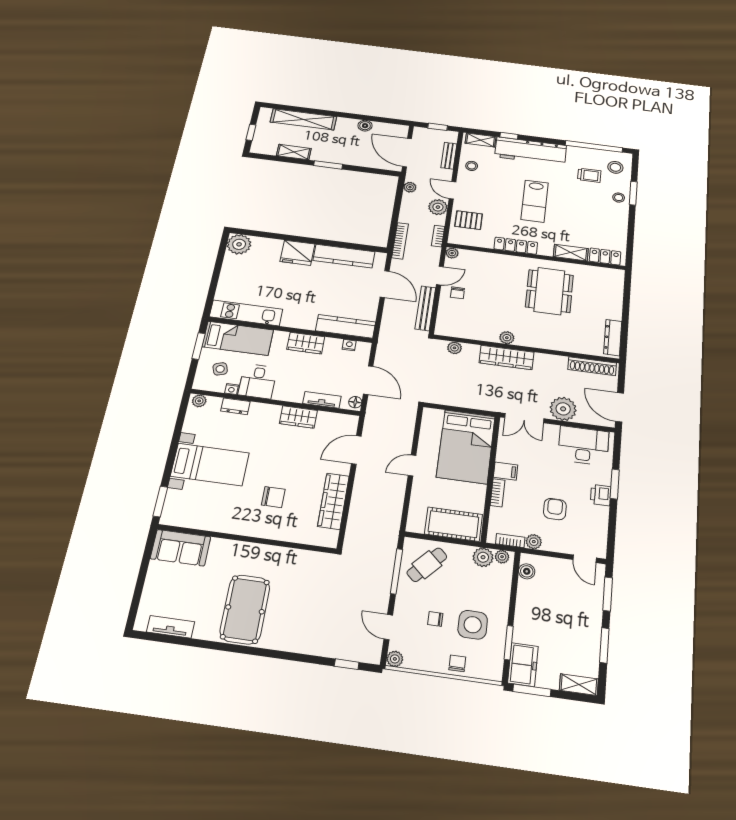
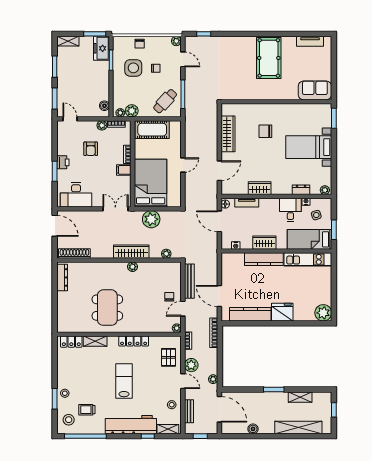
pallet: (469, 220) -> (169, 357), turned 90
kitchen counter: (346, 326) -> (264, 259), moved
plant: (563, 409) -> (151, 219), moved

